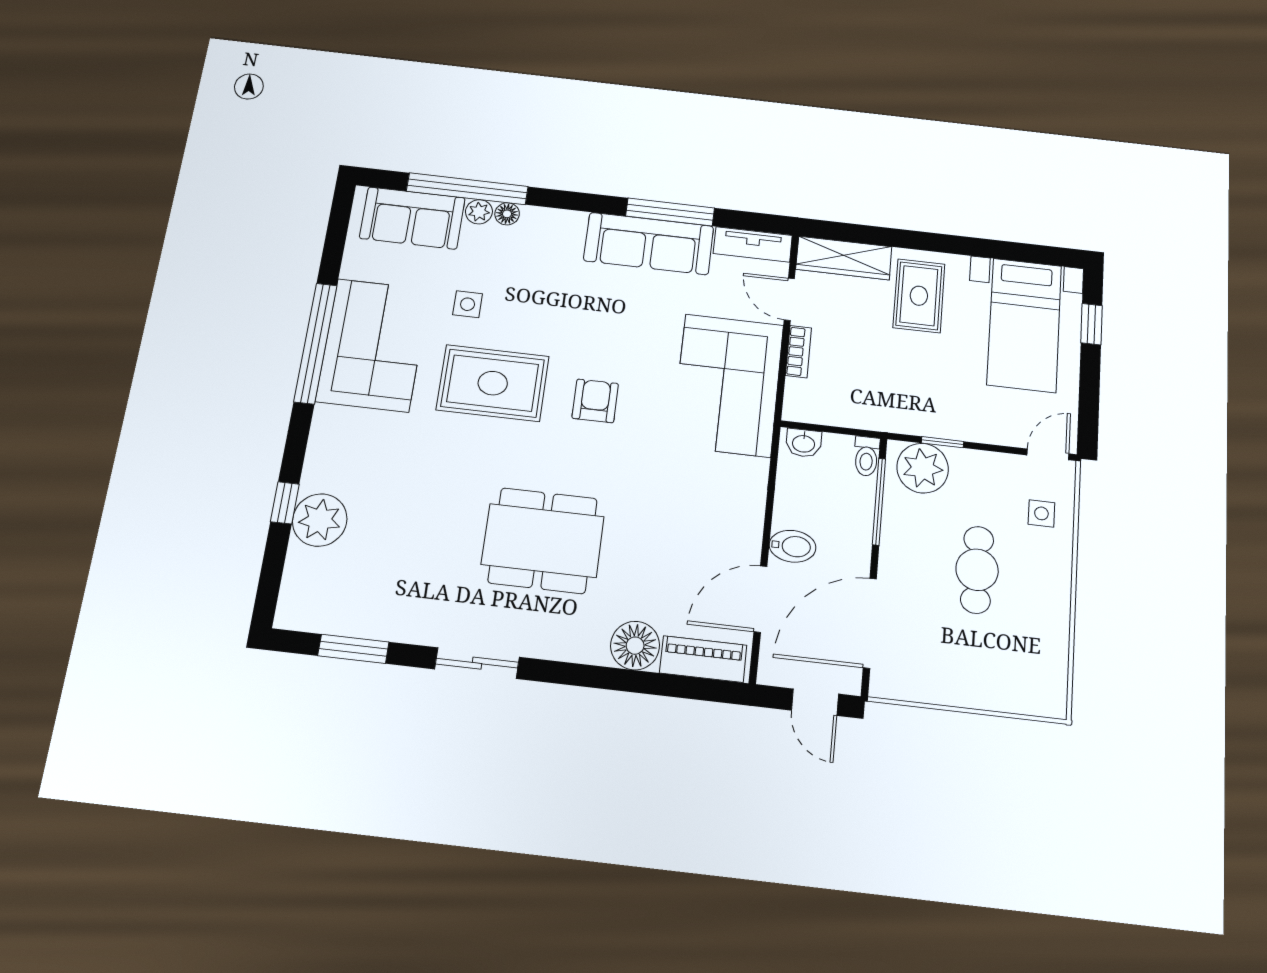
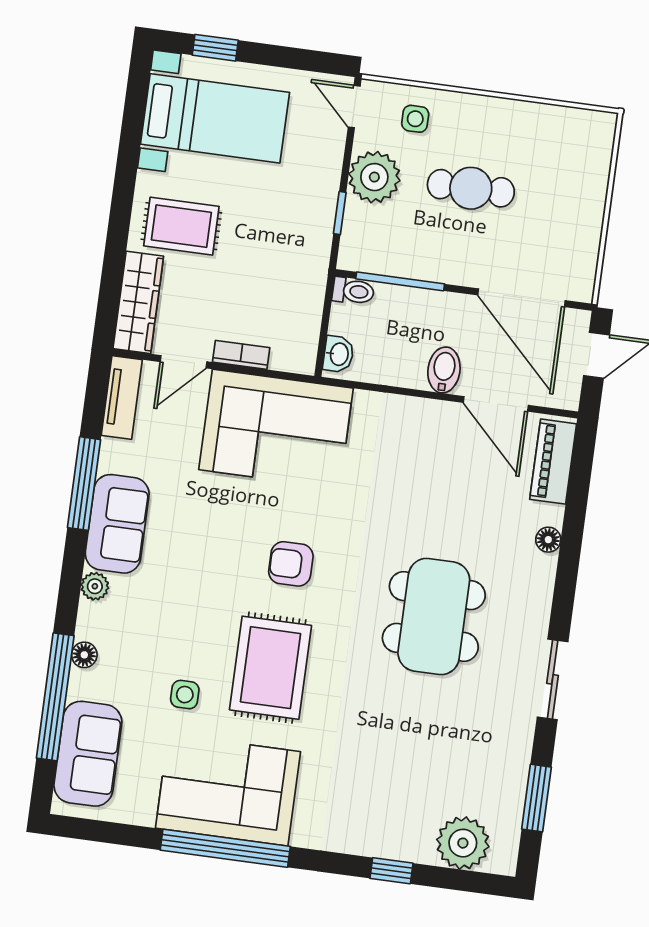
plant: (479, 212) -> (95, 586), moved
sofa: (649, 244) -> (117, 524), width x0.73
plant: (923, 468) -> (374, 177), moved
plant: (320, 520) -> (463, 843), moved
floor lamp: (635, 646) -> (548, 540), width x0.53, depth x0.53

